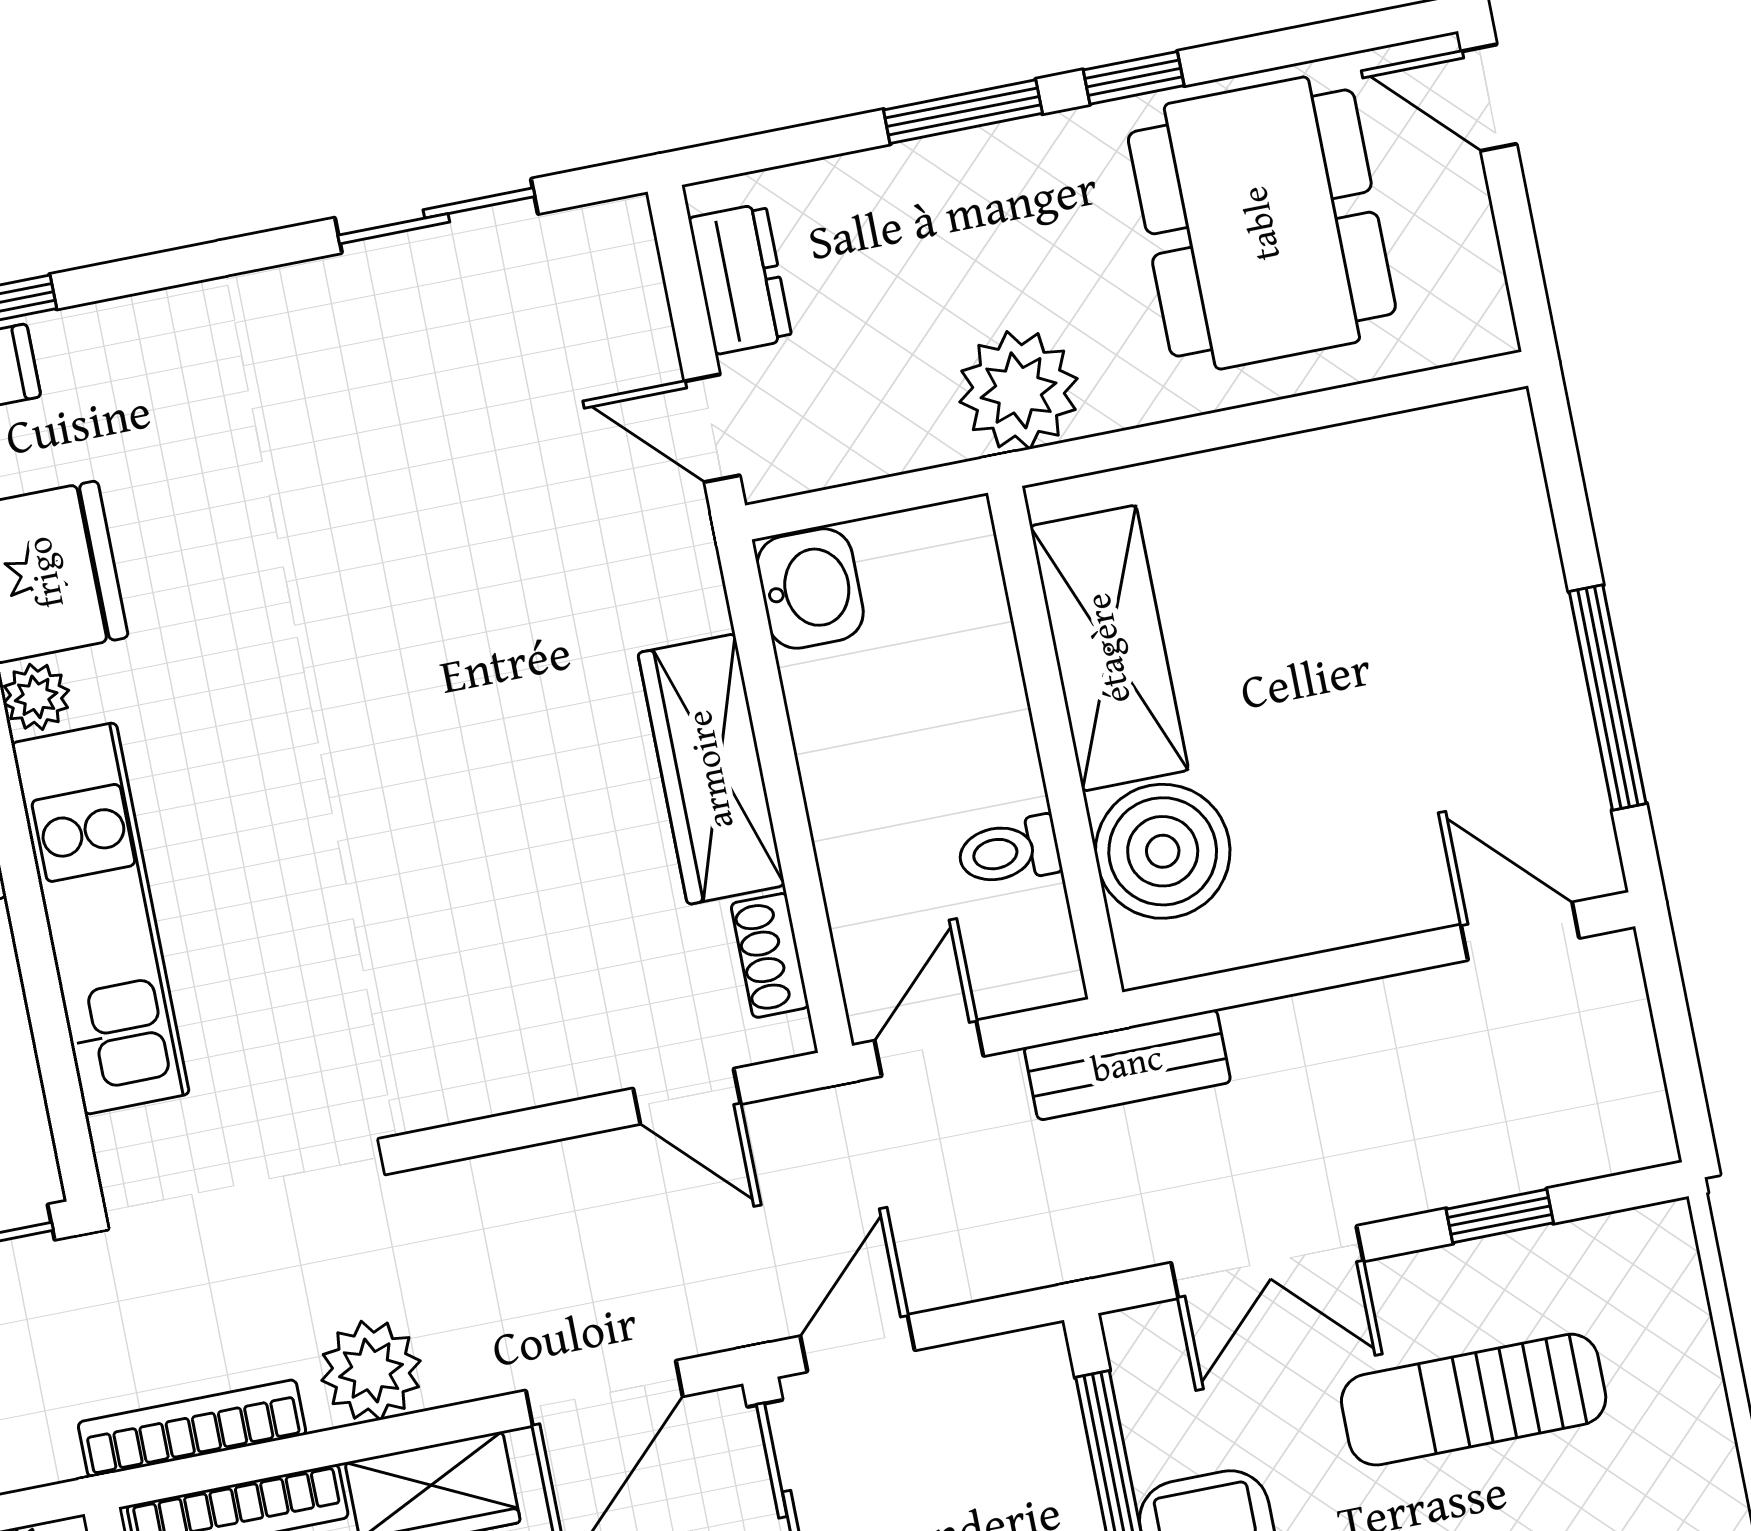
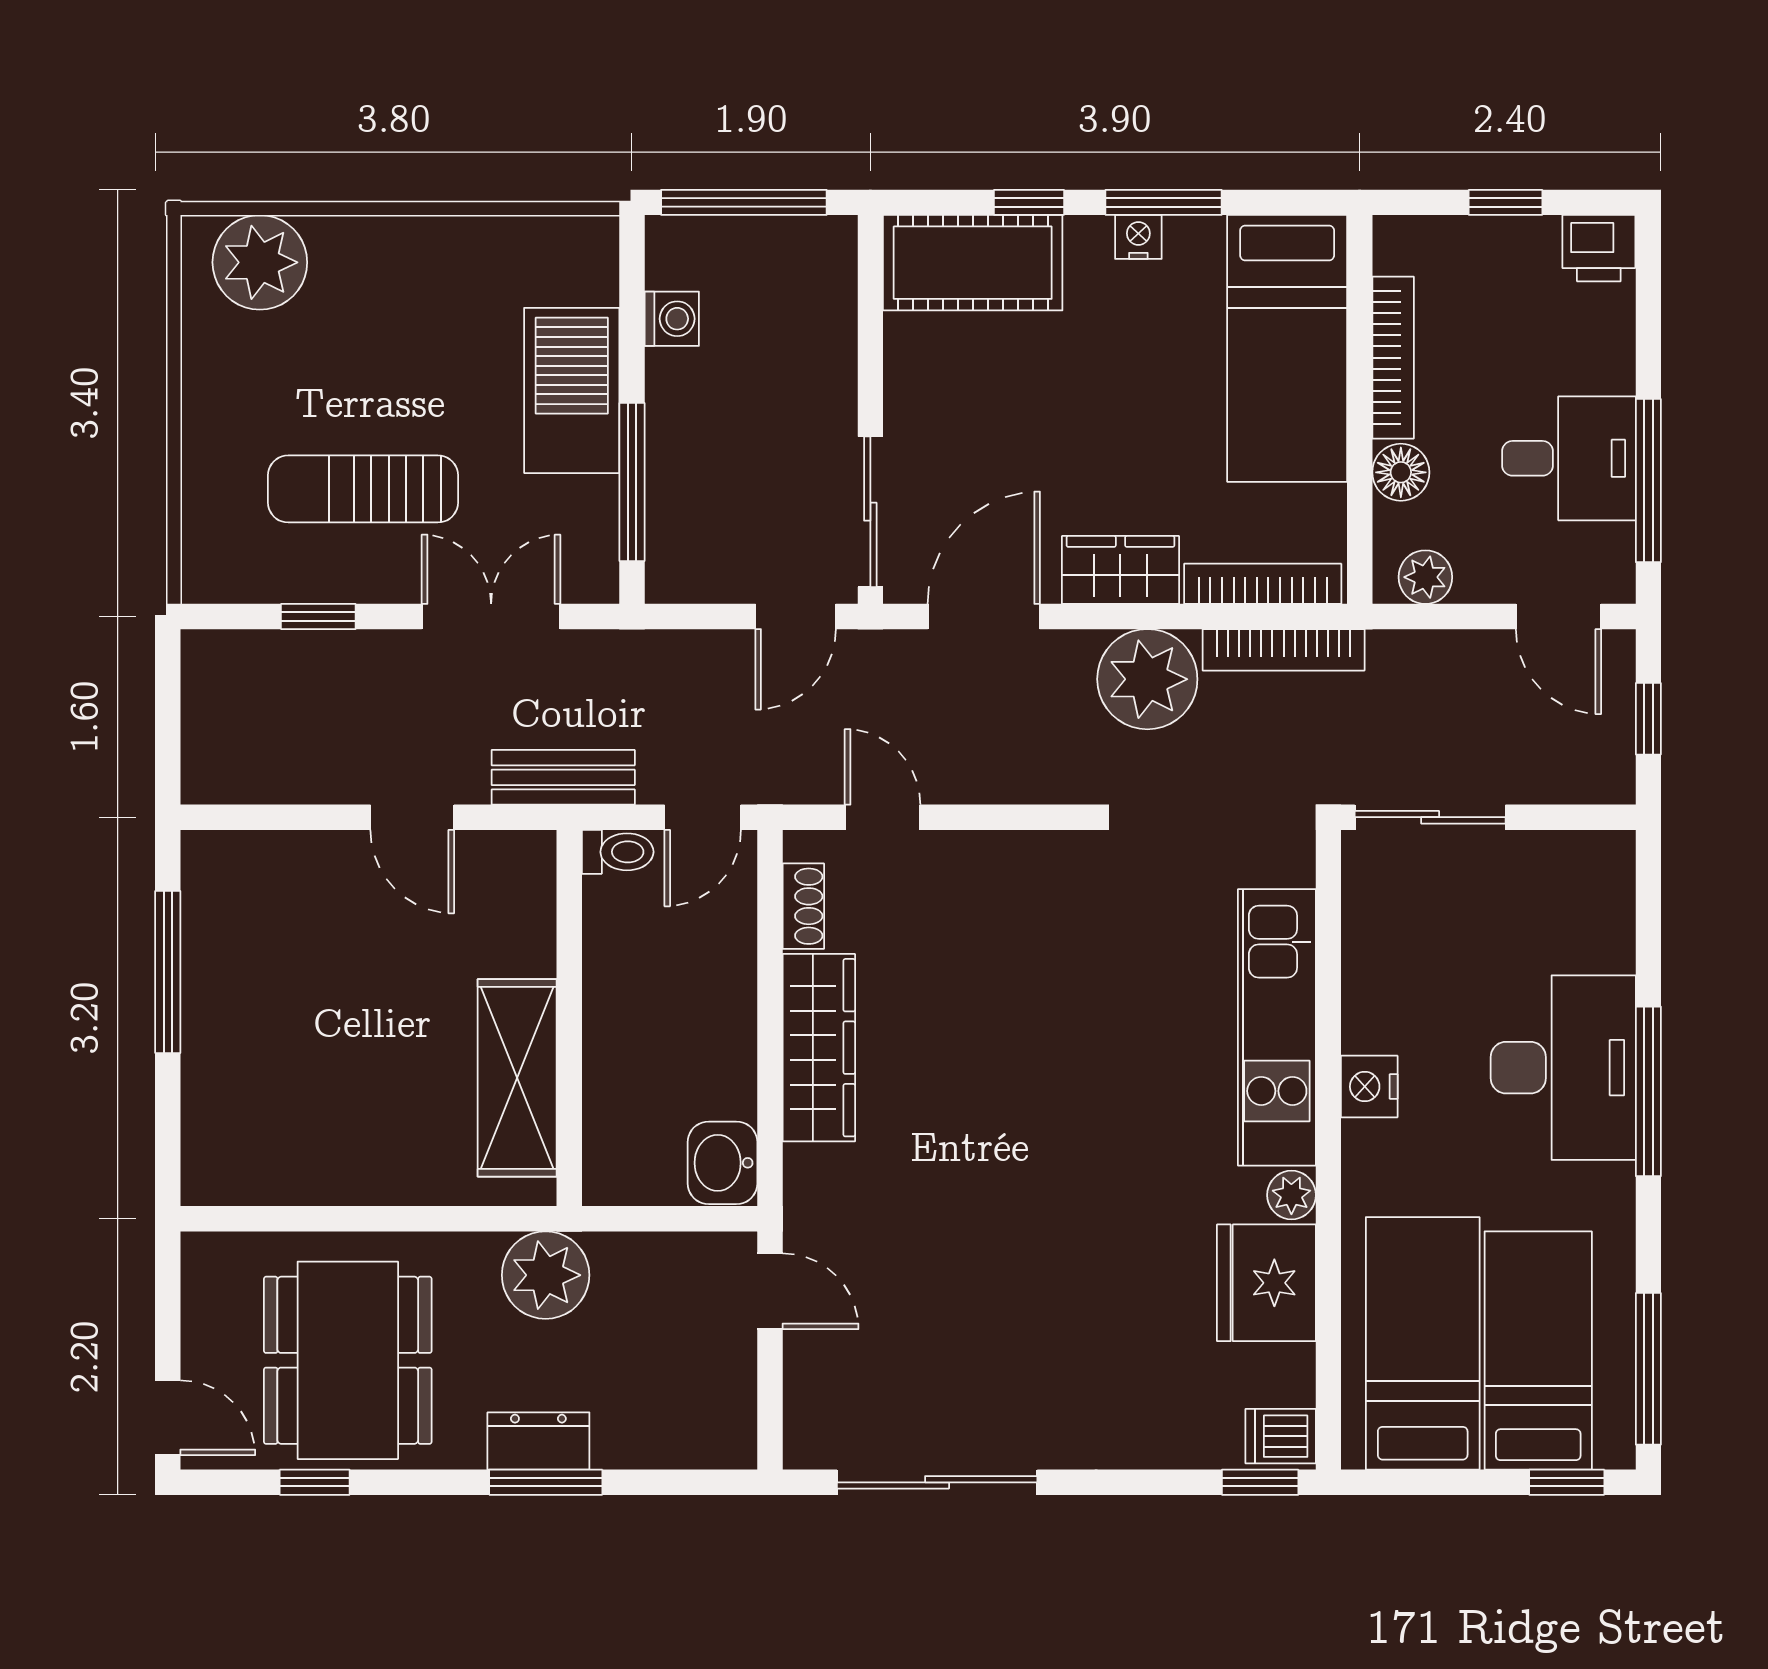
window: (1134, 78) -> (315, 1482), moved
sliding door: (436, 216) -> (937, 1482), width x1.37
dresser: (740, 279) -> (538, 1441), moved, turned 90
toilet: (1009, 851) -> (618, 852), moved
boiler: (1163, 851) -> (508, 925), removed
door: (1520, 931) -> (412, 817), moved
plant: (371, 1371) -> (1147, 679), width x1.36, depth x1.36
sun lounger: (1474, 1400) -> (363, 489), turned 180

